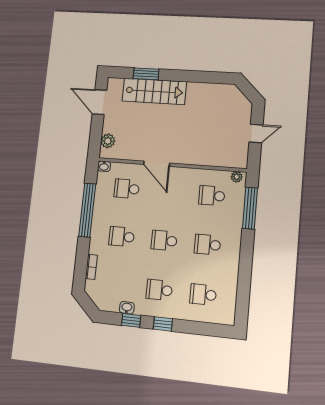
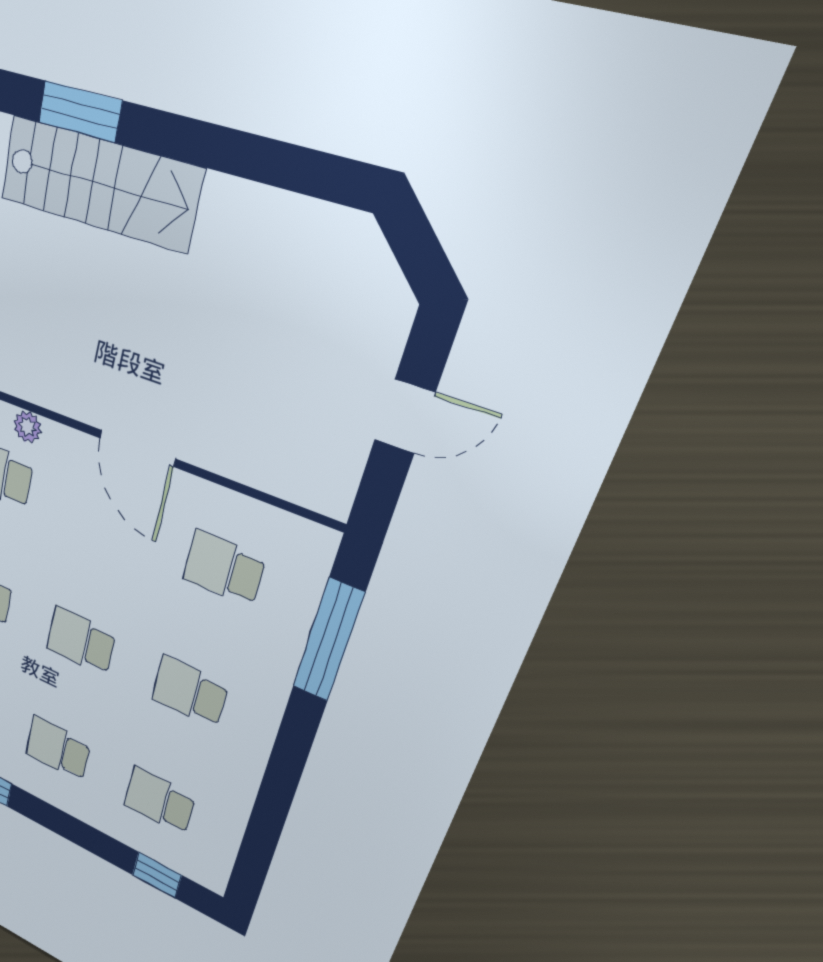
door: (157, 164) -> (137, 448), moved
plant: (237, 177) -> (27, 427), moved
window: (163, 324) -> (157, 875), moved

